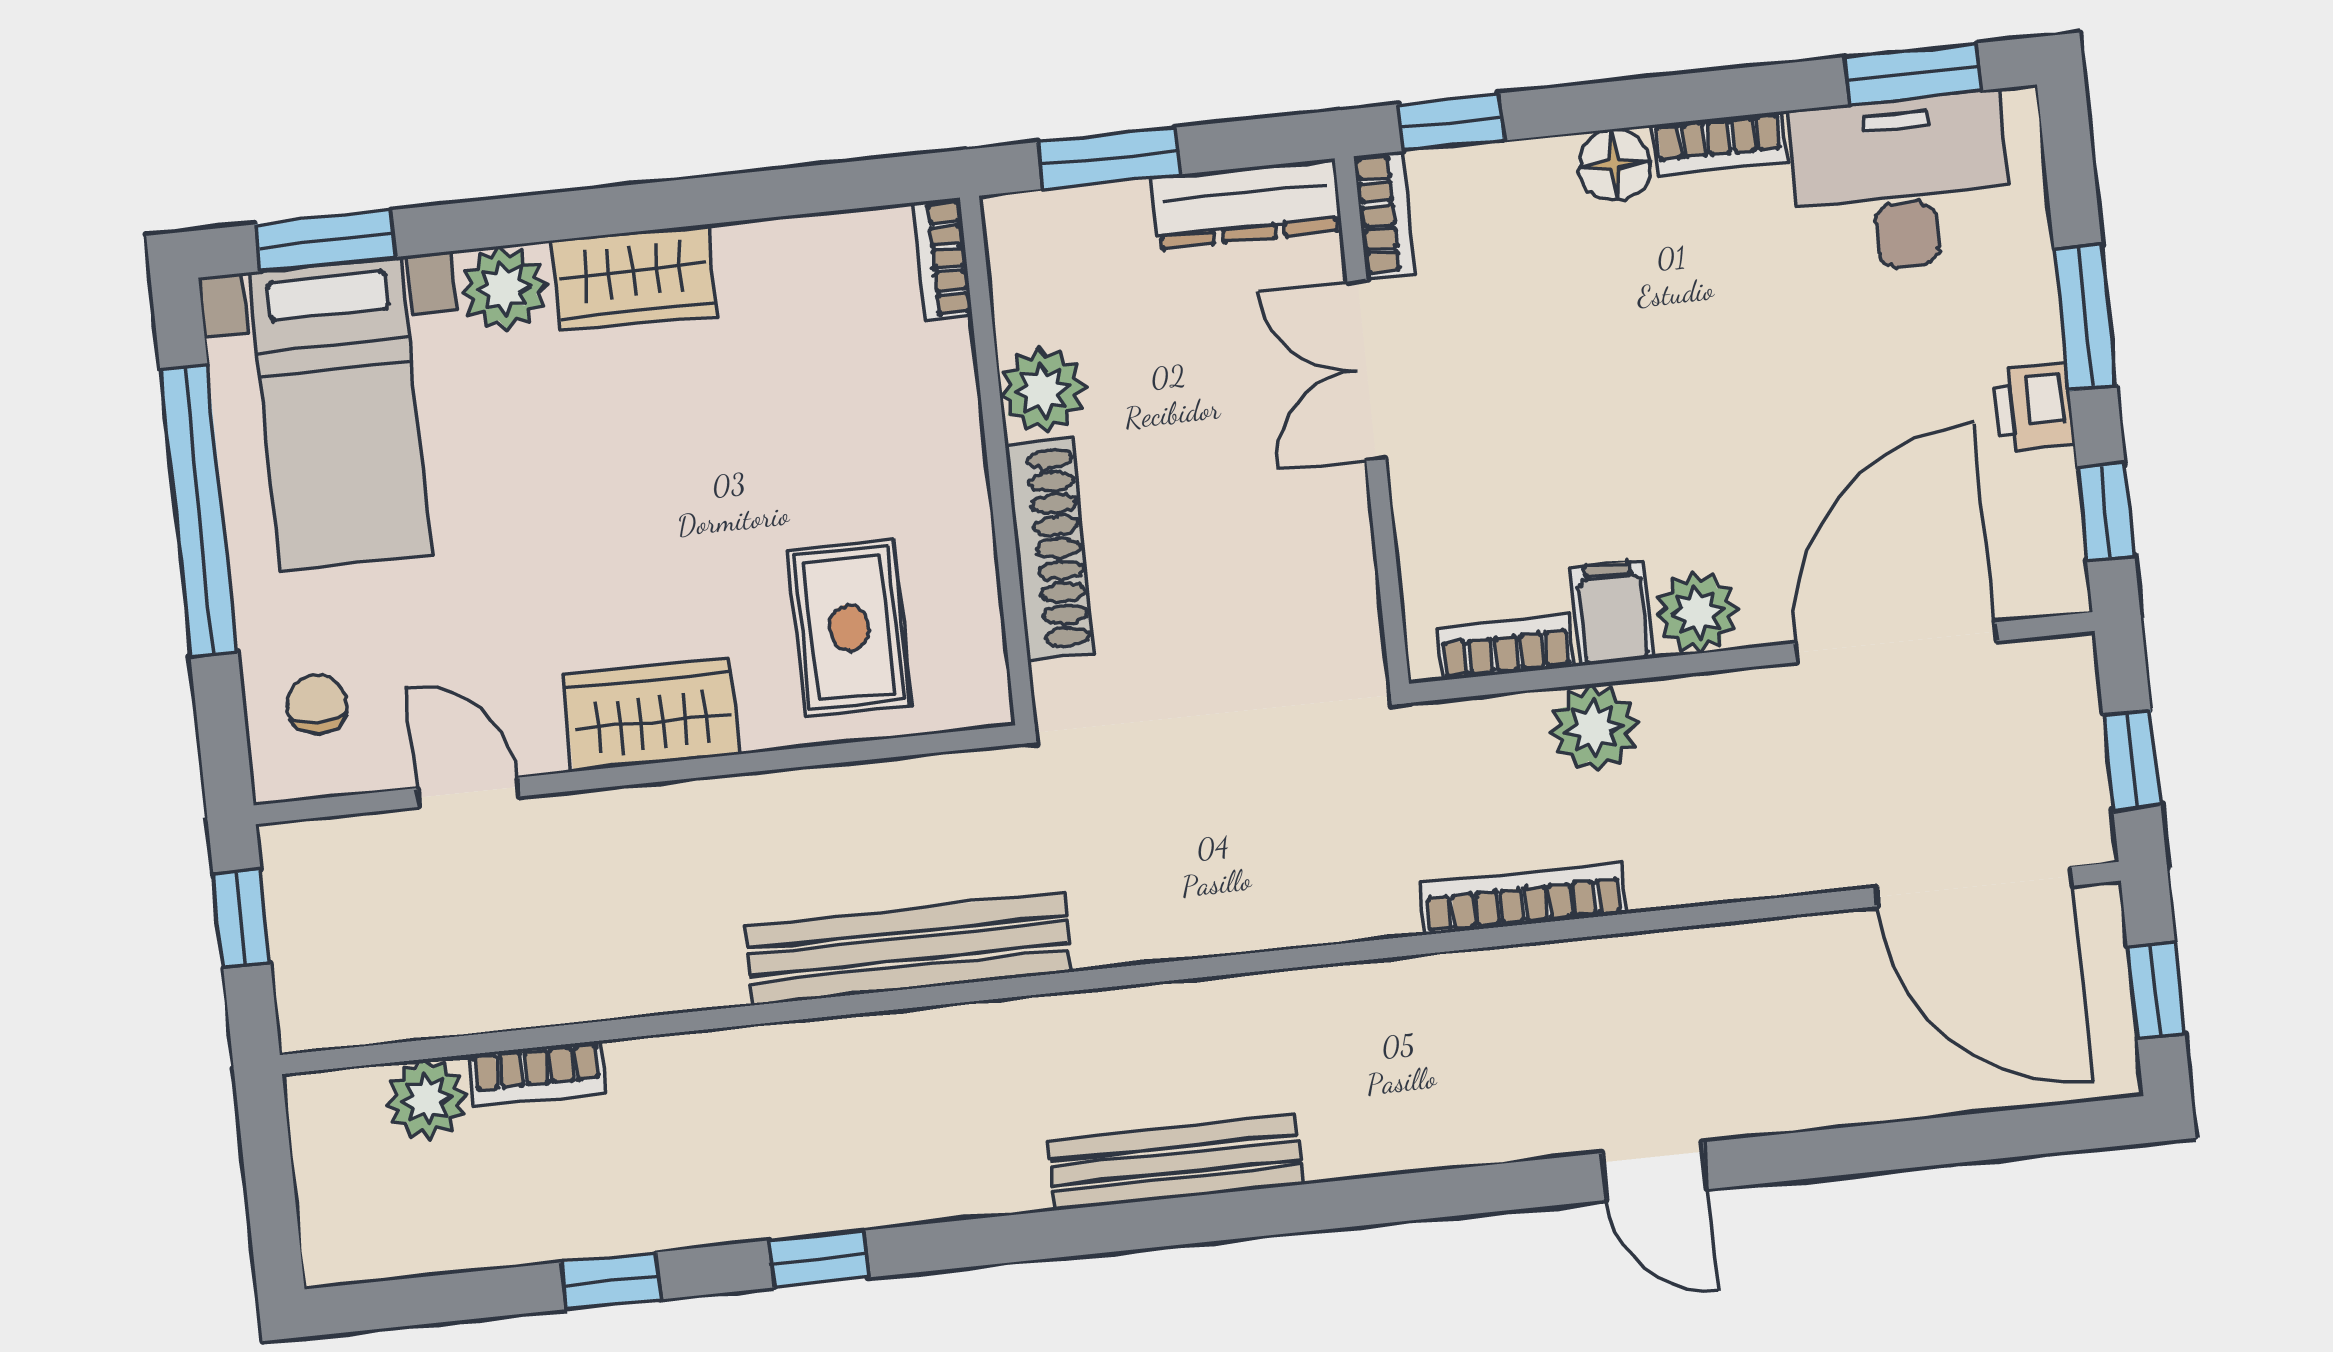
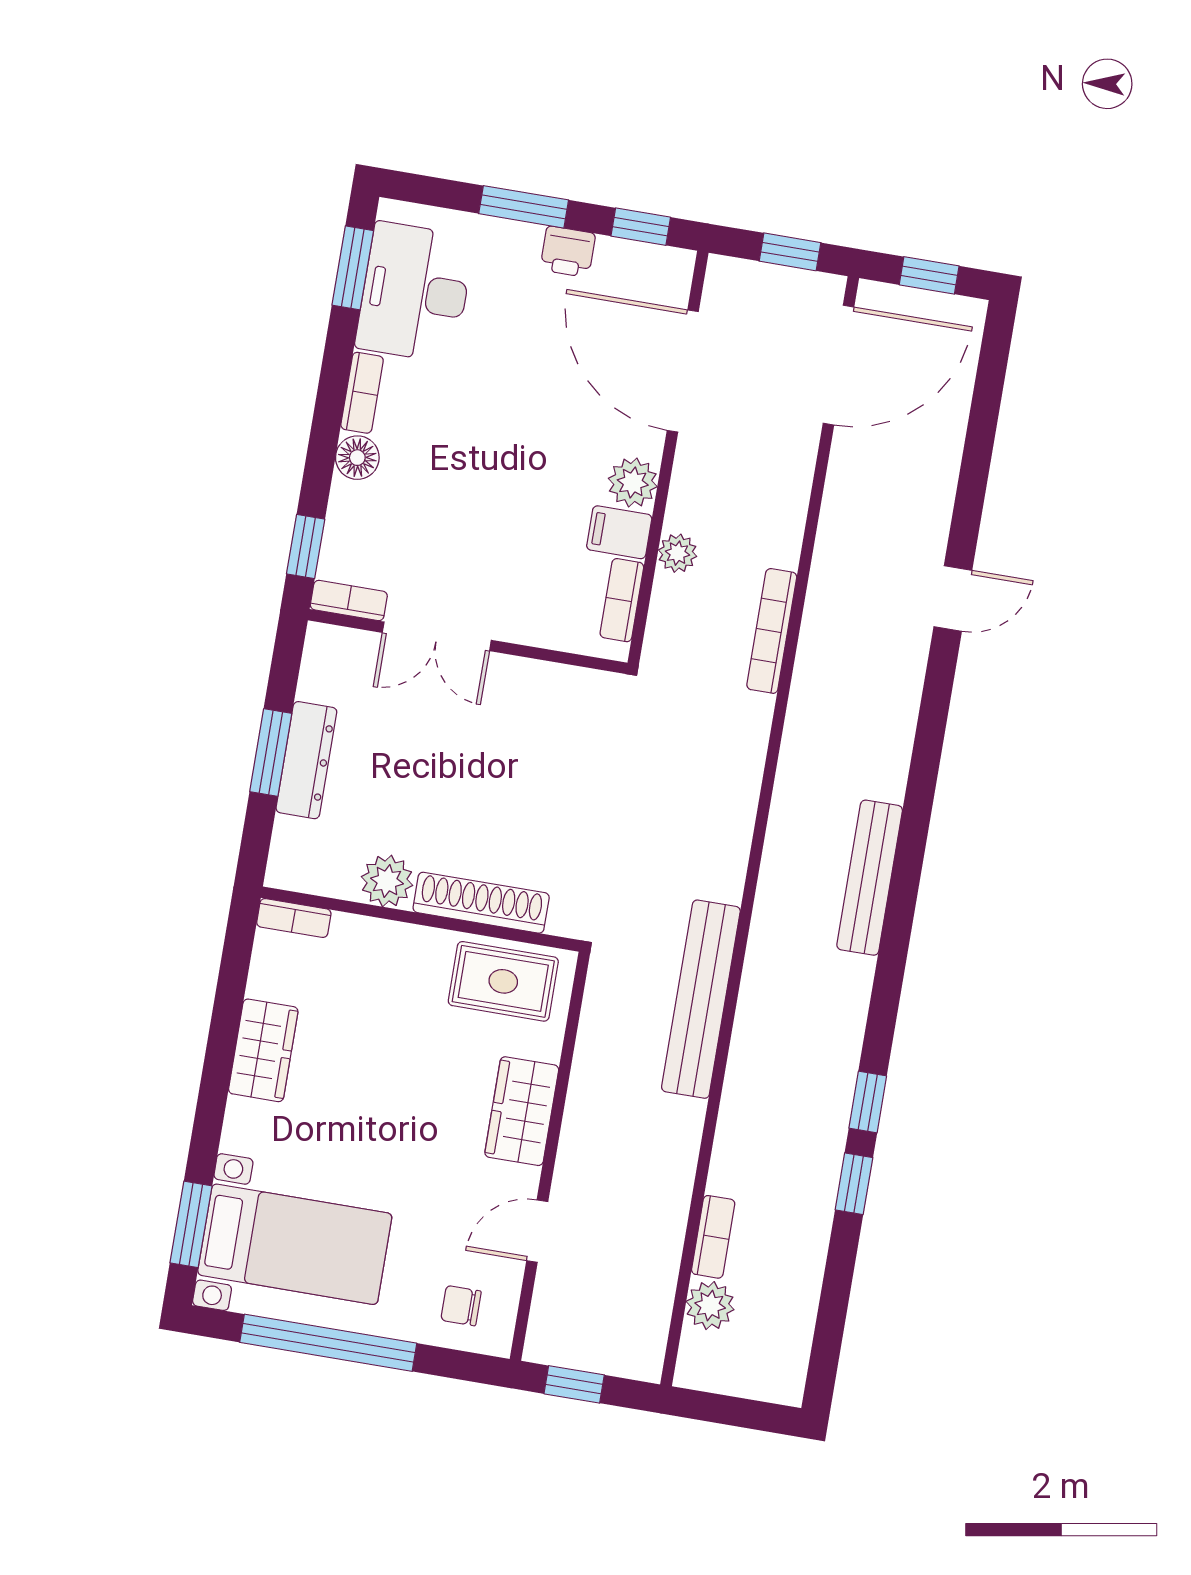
dresser: (1246, 204) -> (306, 760), moved
bookcase: (943, 259) -> (294, 918), moved
plant: (504, 288) -> (248, 1128), removed
plant: (1043, 390) -> (387, 881), moved
wall: (997, 460) -> (421, 919), moved
shoe rack: (1050, 549) -> (481, 903), moved
plant: (1594, 728) -> (678, 553), width x0.73, depth x0.73
window: (611, 1281) -> (854, 1184), moved

